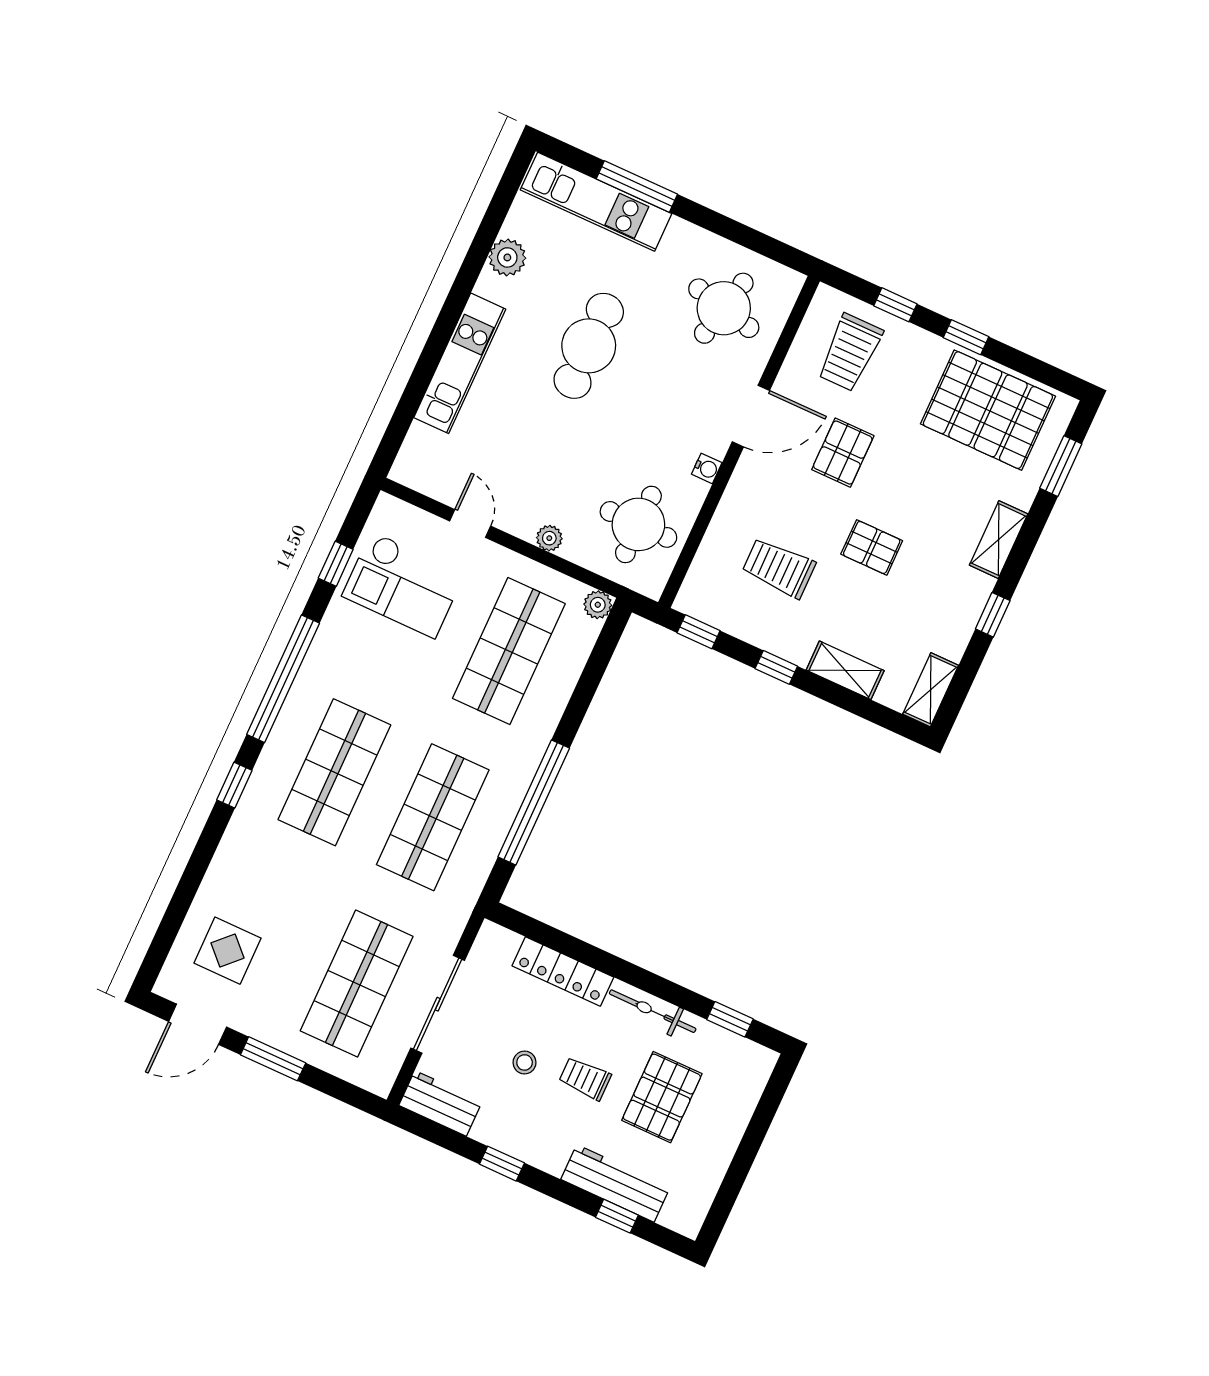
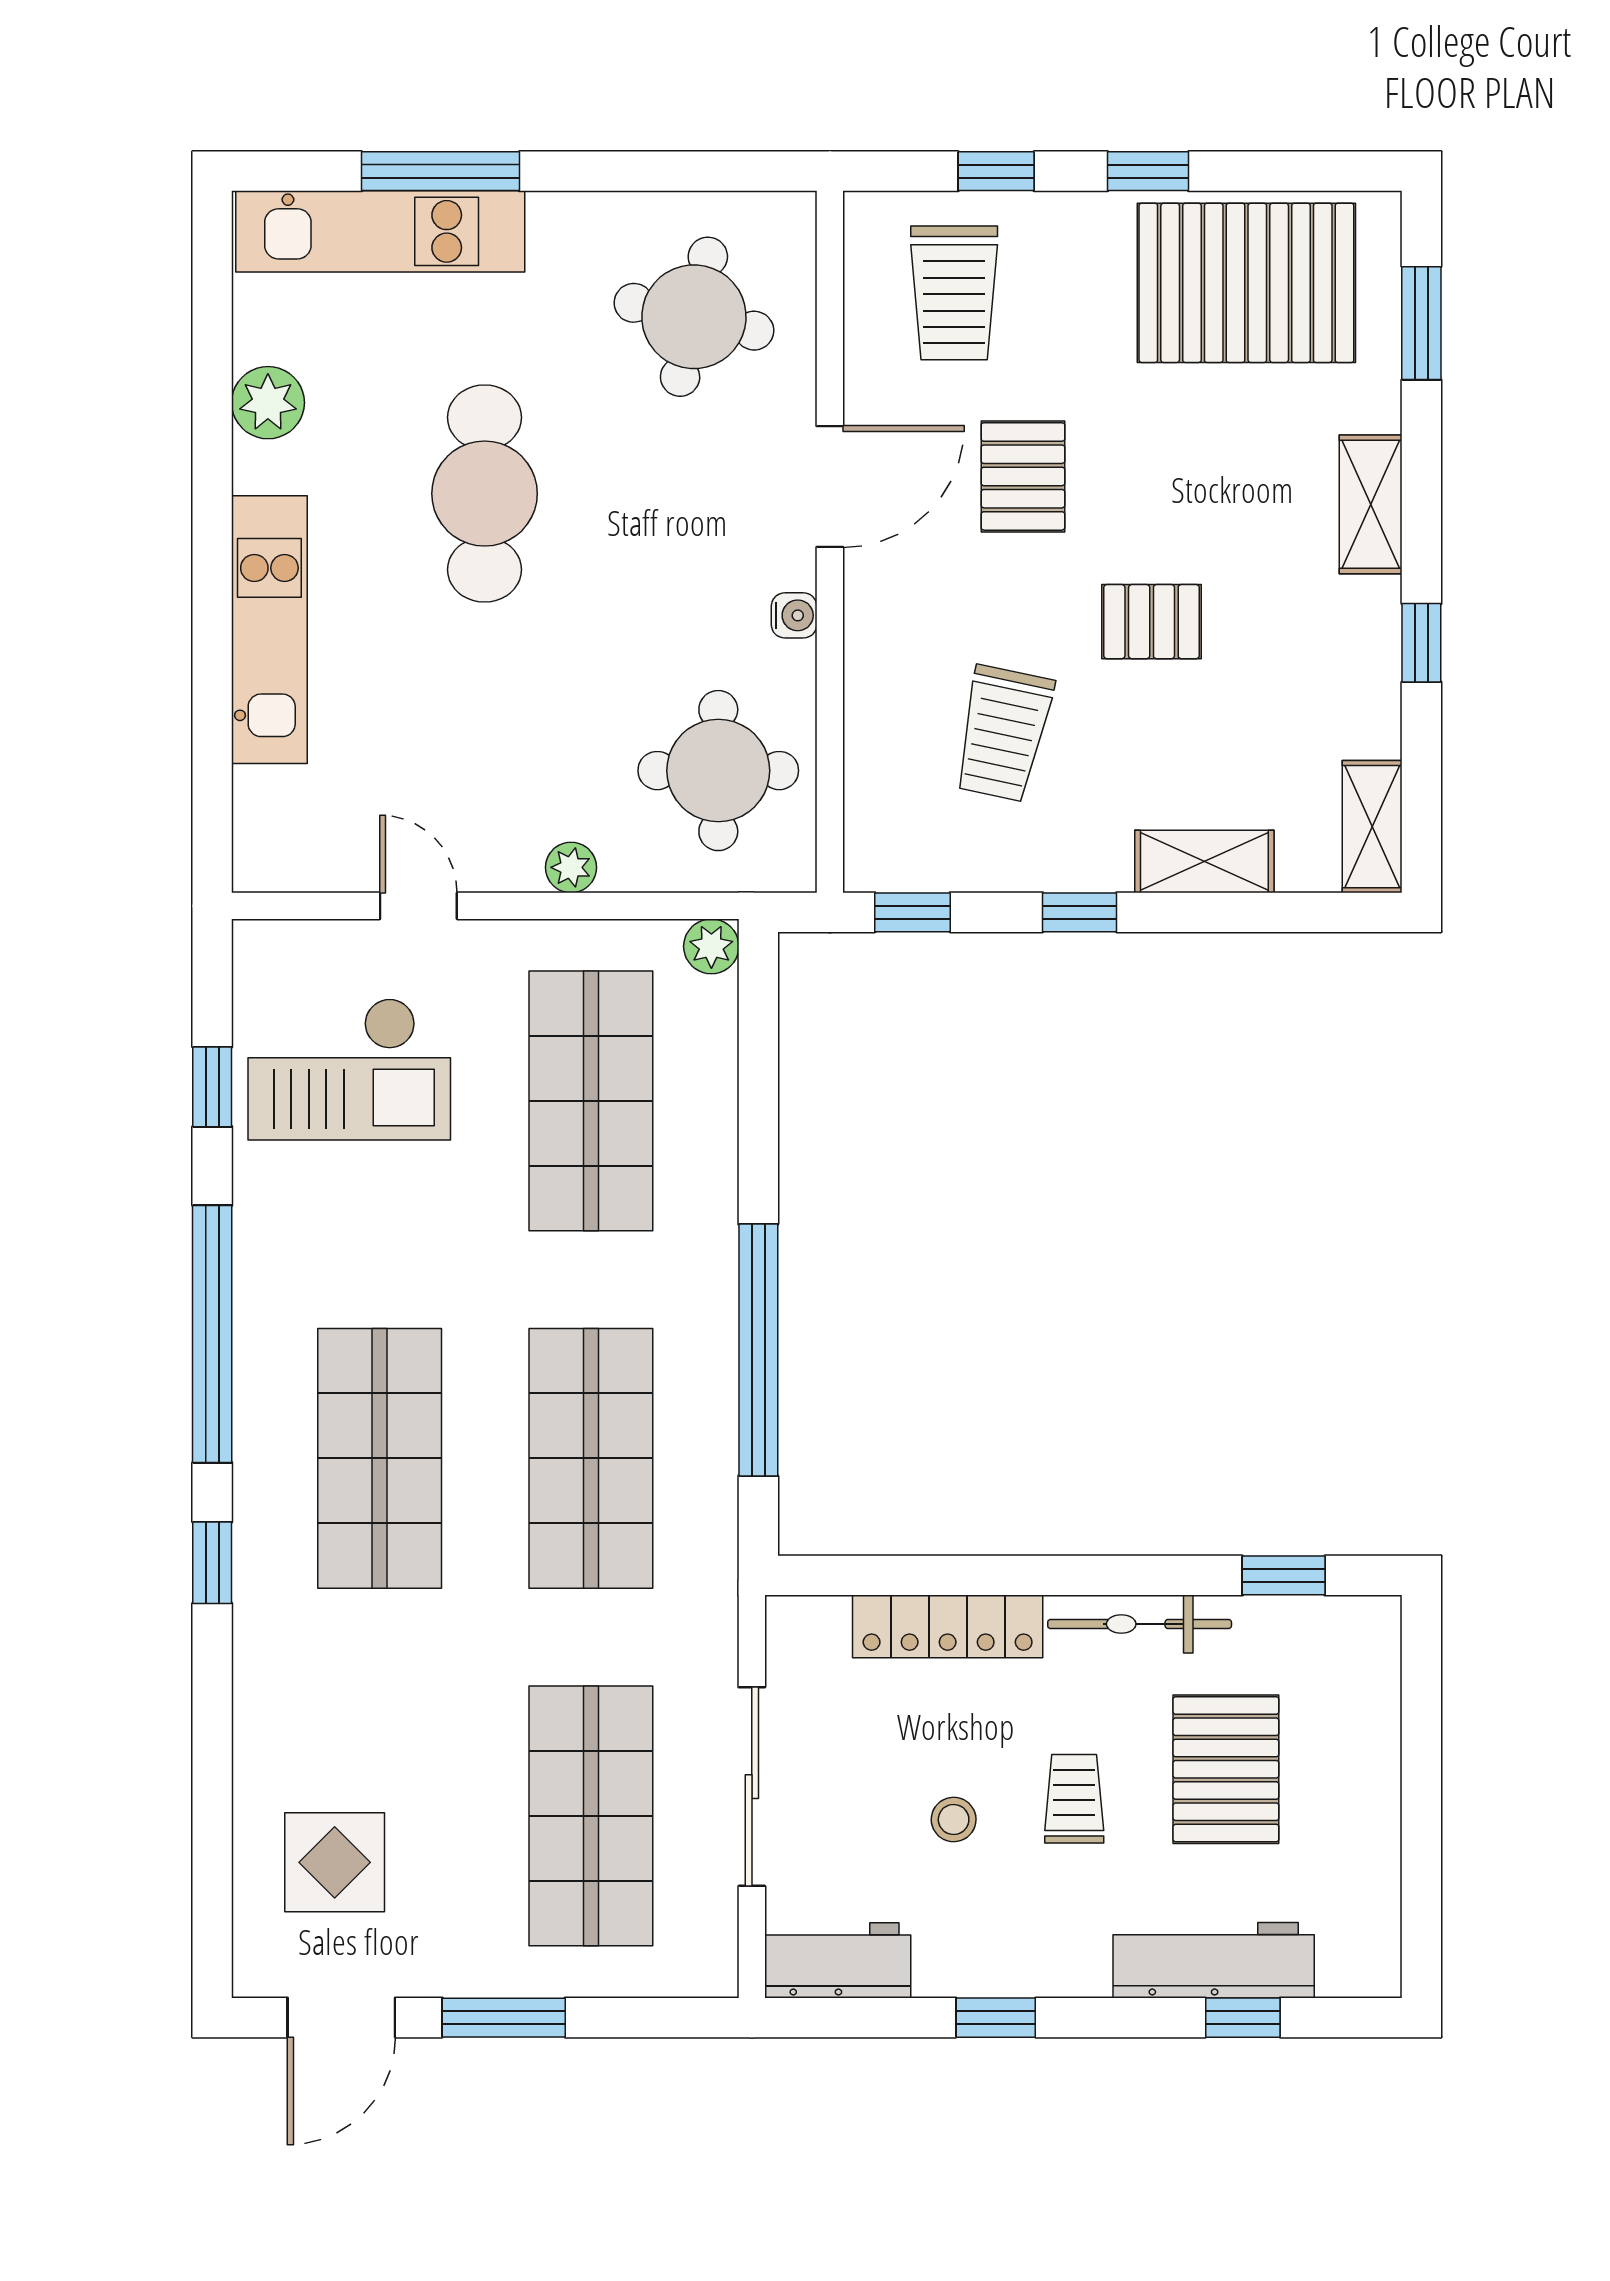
trolley: (779, 568) -> (1003, 733), turned -78
trolley: (585, 1078) -> (1074, 1799), turned 90

